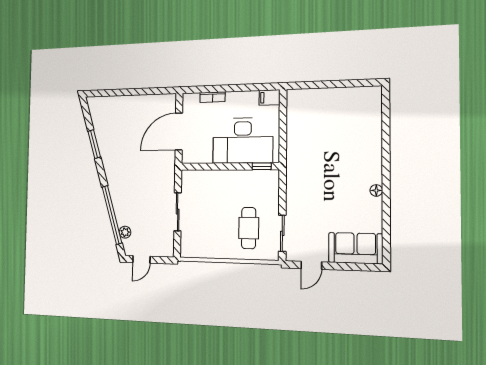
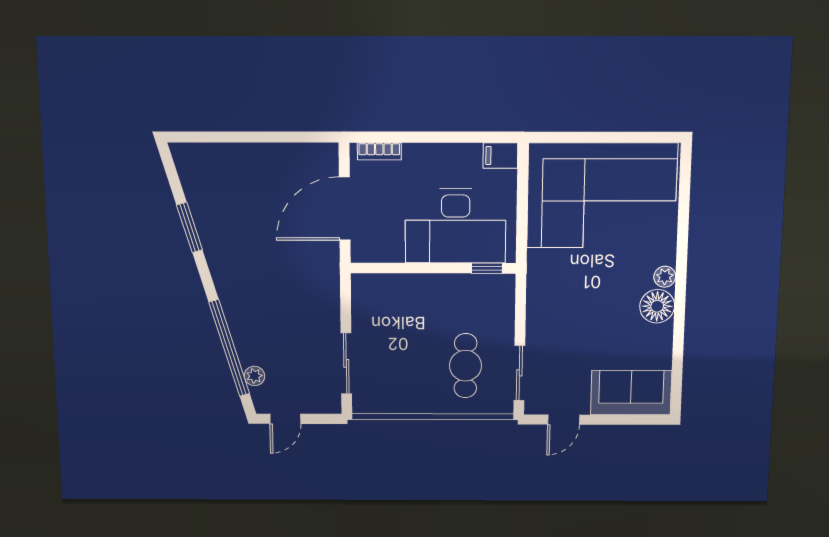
bookcase: (213, 97) -> (379, 151), moved
corner sofa: (332, 120) -> (602, 196), added
plant: (375, 171) -> (665, 277), added
floor lamp: (376, 190) -> (657, 306), width x1.89, depth x1.89
sliding door: (178, 212) -> (346, 363), moved

